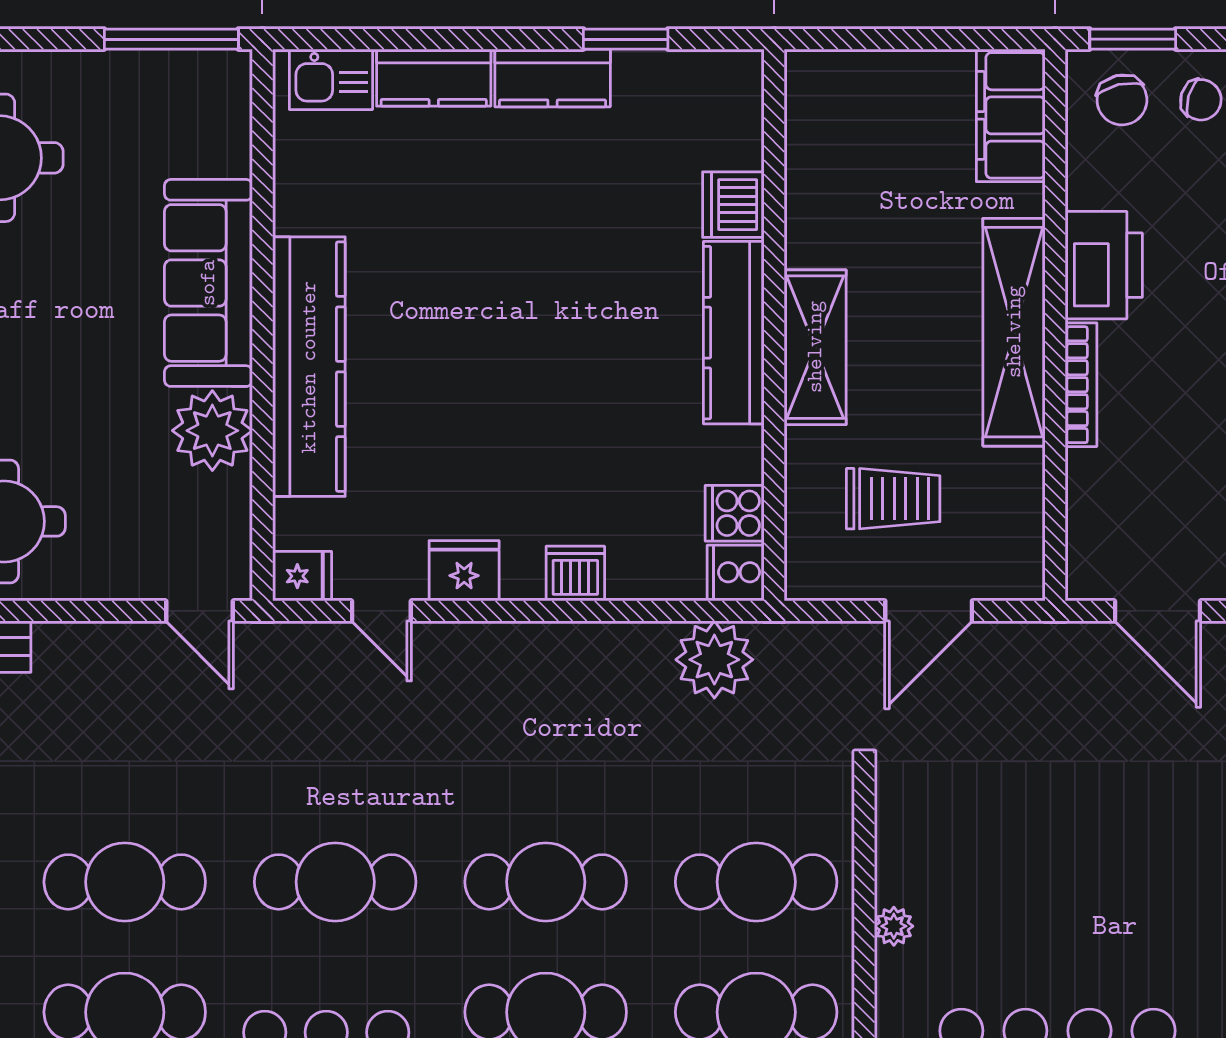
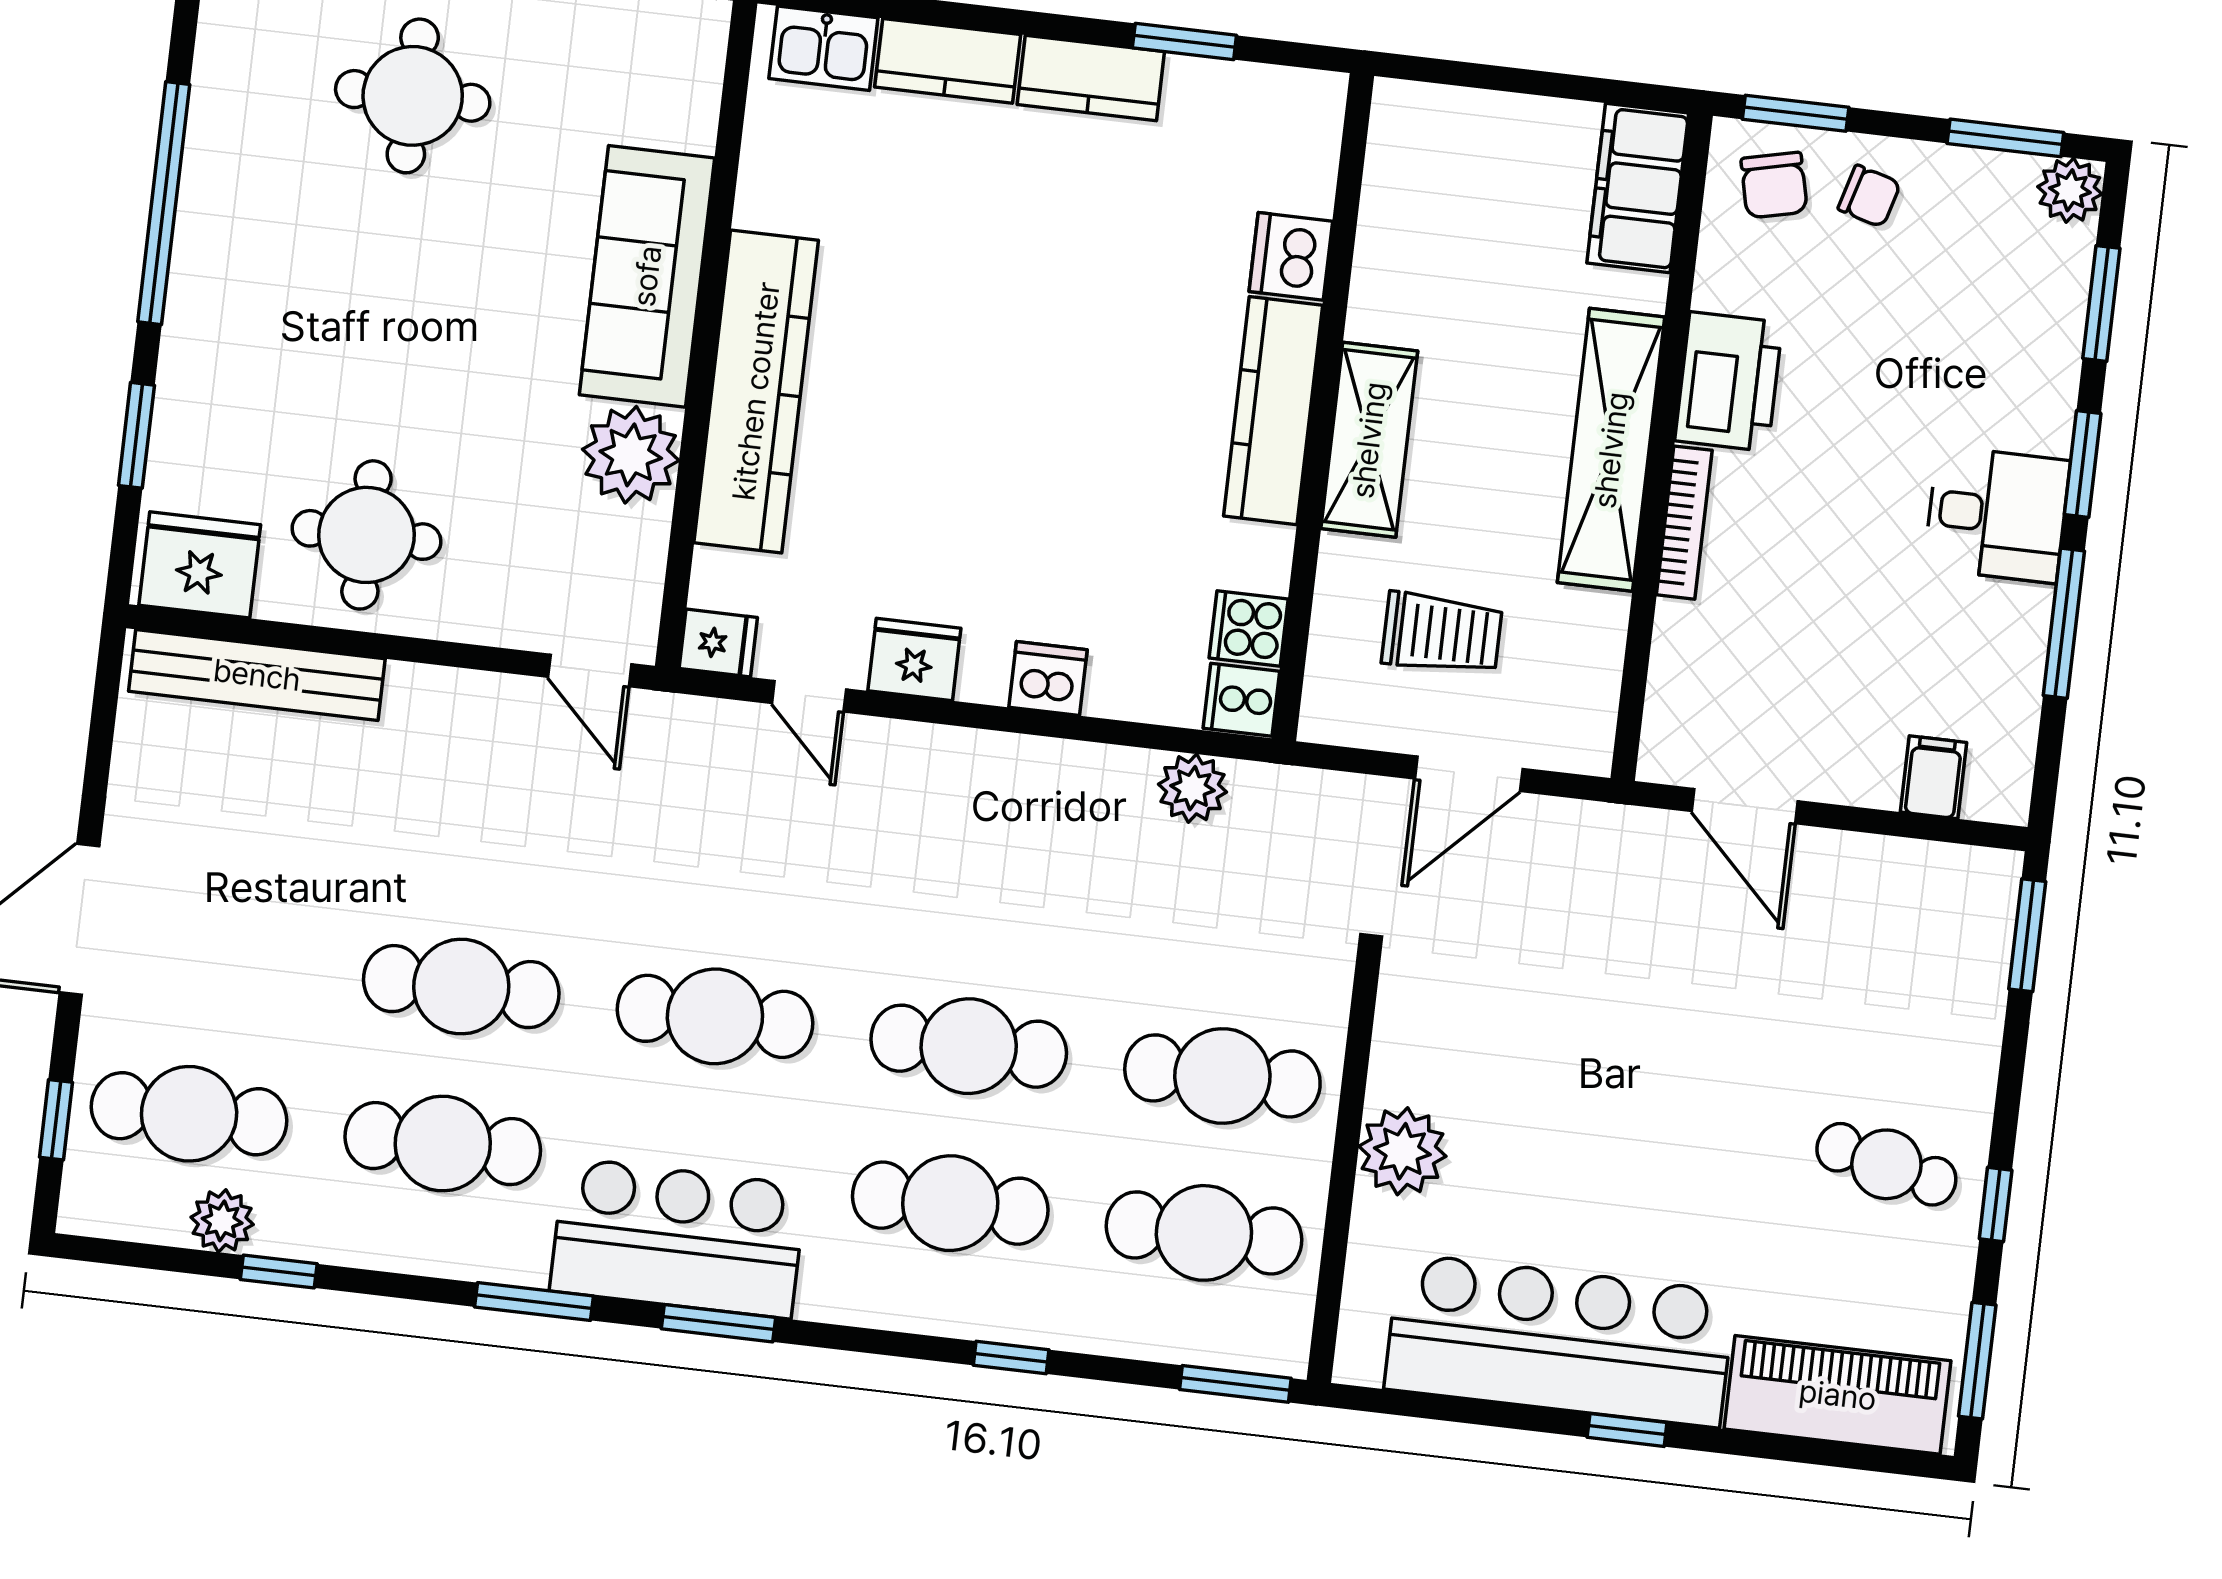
plant: (714, 660) -> (1193, 788), width x0.73, depth x0.73
plant: (894, 926) -> (1402, 1151), width x1.88, depth x1.88

